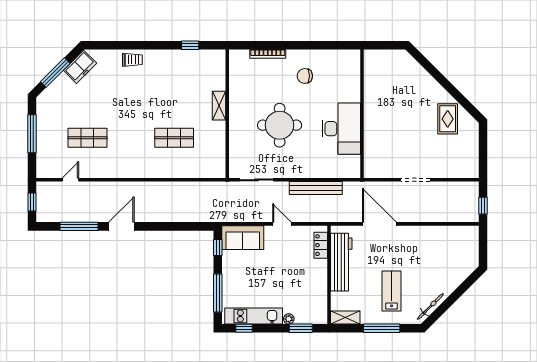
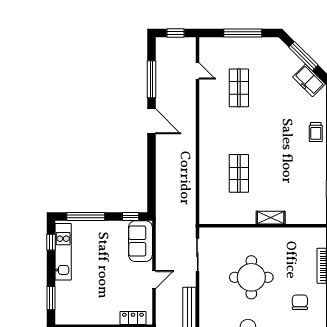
plant: (289, 319) -> (60, 286), removed

